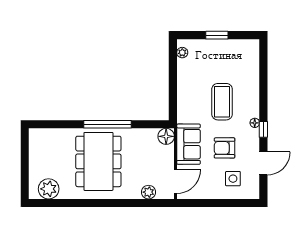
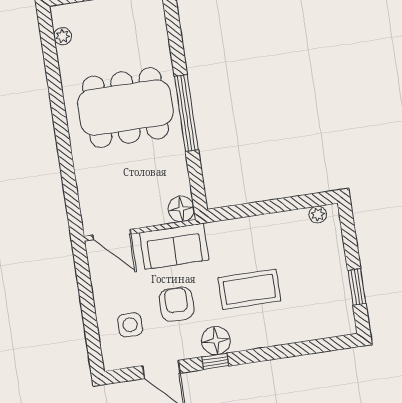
window: (217, 35) -> (357, 287), moved
floor lamp: (255, 123) -> (216, 340), width x1.89, depth x1.89
plant: (49, 189) -> (63, 36), width x0.53, depth x0.53
plant: (148, 192) -> (89, 194), removed

